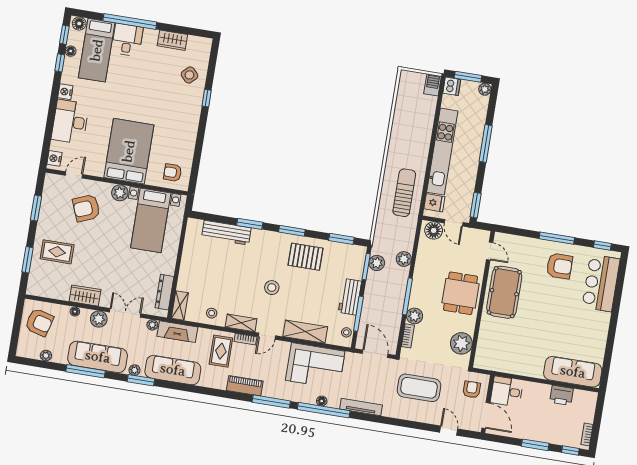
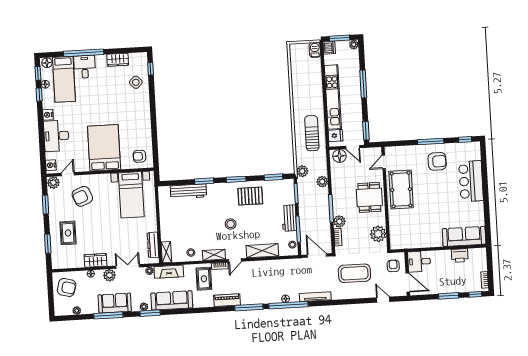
window: (207, 98) -> (151, 69), moved
plant: (120, 193) -> (53, 183), moved
door: (490, 251) -> (384, 162), swing flipped
rug: (57, 252) -> (68, 233), turned 90
plant: (377, 263) -> (302, 171), moved
bar counter: (601, 283) -> (471, 181), moved
sofa: (98, 357) -> (115, 303), width x0.73
corner sofa: (315, 366) -> (275, 274), removed

